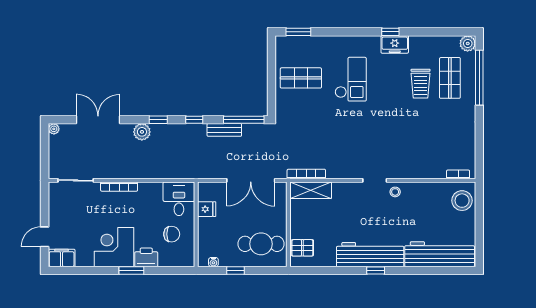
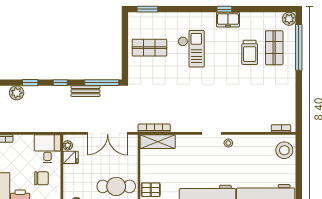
plant: (203, 195) -> (68, 145), added

